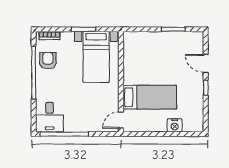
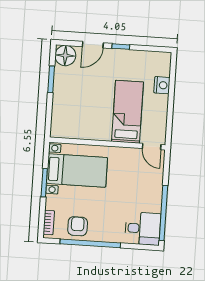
floor lamp: (195, 40) -> (65, 56), added
armchair: (48, 61) -> (78, 226), turned 90

